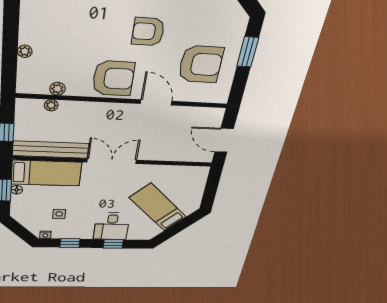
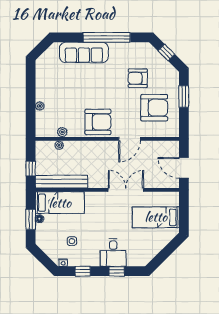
armchair: (148, 32) -> (138, 78), moved
door: (156, 102) -> (129, 139), swing flipped
double door: (112, 161) -> (126, 190), moved
bed: (158, 207) -> (156, 217), moved, turned -45

